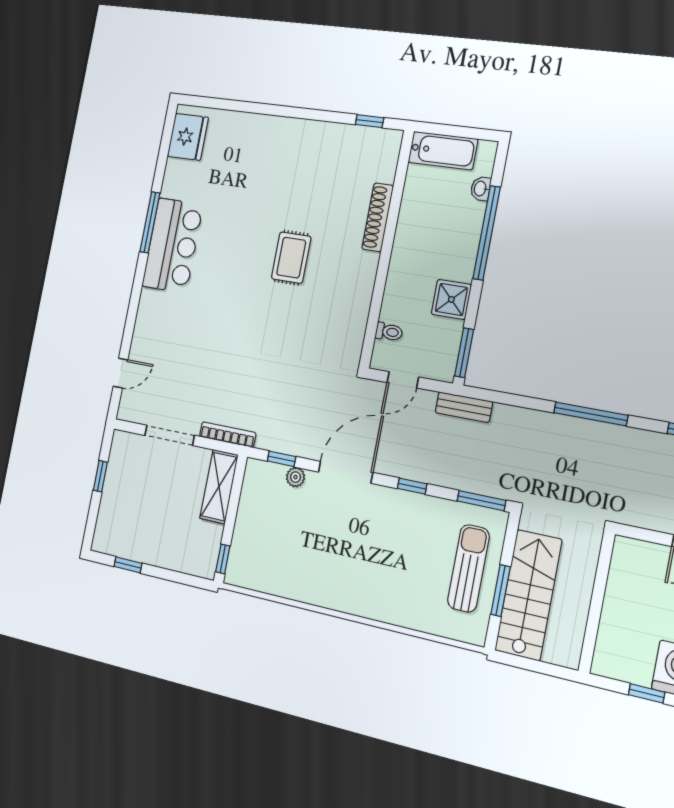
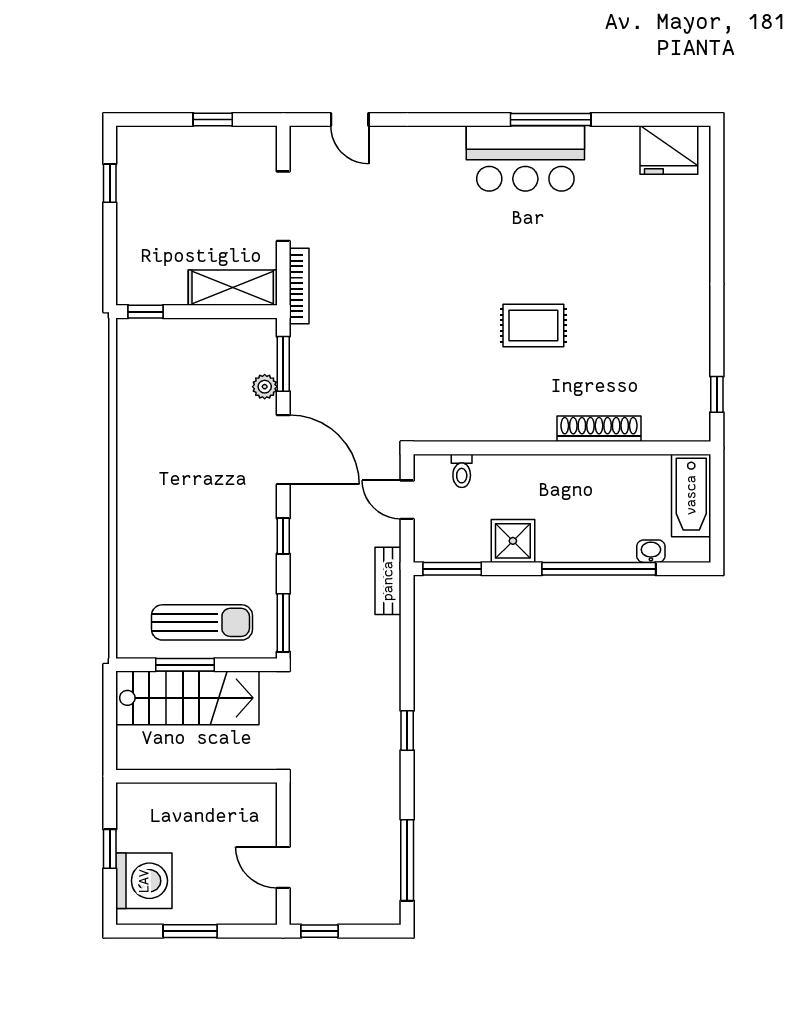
window: (591, 414) -> (407, 731), width x0.46
window: (282, 459) -> (283, 364), width x1.50

